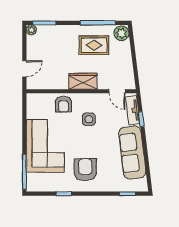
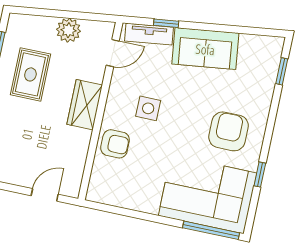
plant: (121, 33) -> (69, 30), moved
door: (24, 69) -> (45, 195), hinge flipped
corner sofa: (45, 146) -> (208, 194), moved
sofa: (132, 152) -> (205, 49), width x0.73
armchair: (85, 170) -> (229, 131), turned 90

